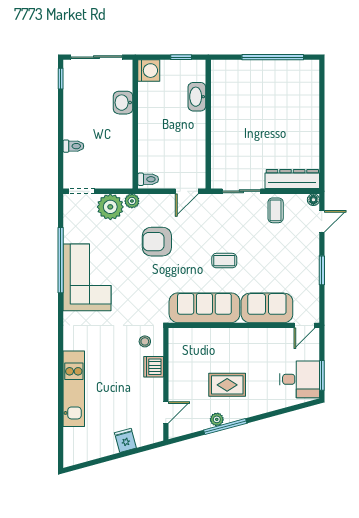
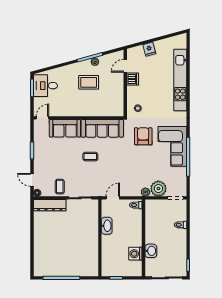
washing machine: (149, 71) -> (135, 254), moved
washbasin: (197, 97) -> (107, 226), moved
door: (322, 221) -> (32, 180), hinge flipped
armchair: (157, 242) -> (143, 136), moved, turned -90
dishwasher: (154, 367) -> (133, 79), moved
kitchen unit: (74, 389) -> (180, 80), width x1.36

